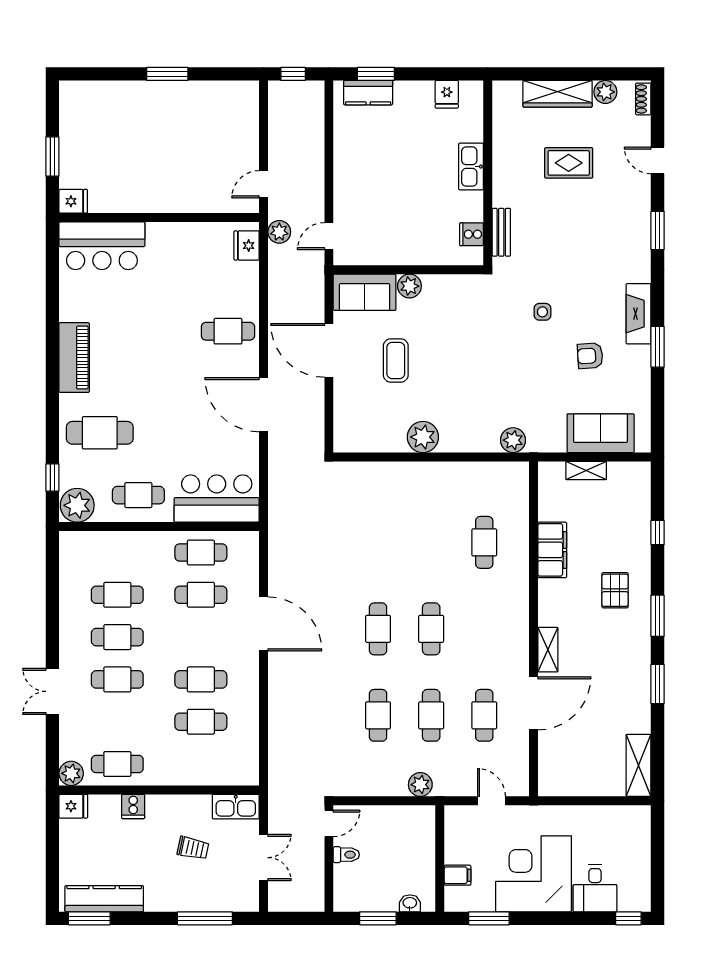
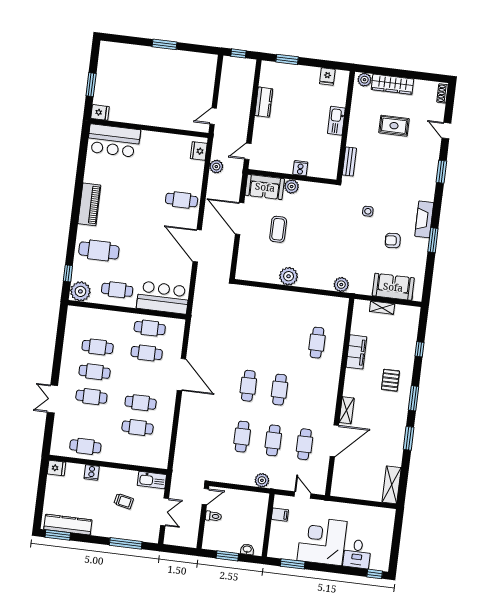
plant: (605, 92) -> (364, 80), moved
kitchen counter: (368, 93) -> (264, 102), moved, turned -90
plant: (279, 232) -> (216, 167), moved
cooker: (471, 234) -> (300, 168), moved, turned 90
plant: (71, 773) -> (58, 449), removed
filing cabinet: (458, 875) -> (280, 515), moved

